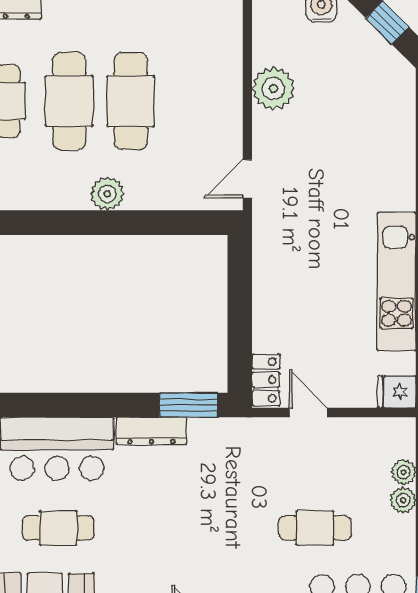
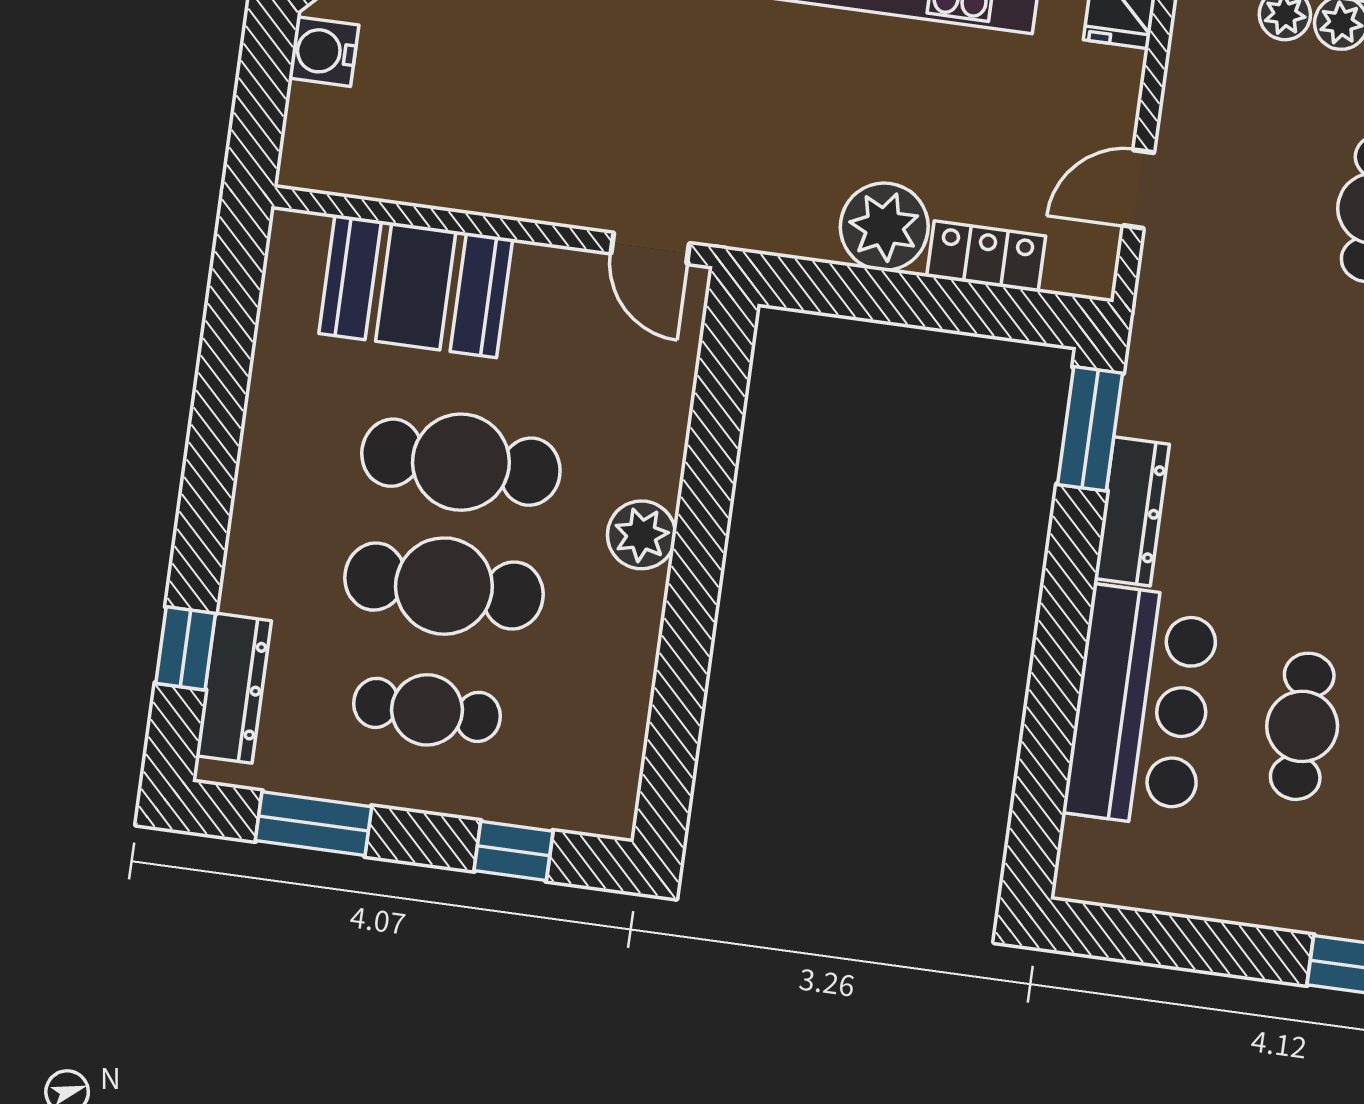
booth: (213, 67) -> (416, 286), added
plant: (273, 89) -> (884, 227), moved
locker: (266, 380) -> (986, 256), moved

